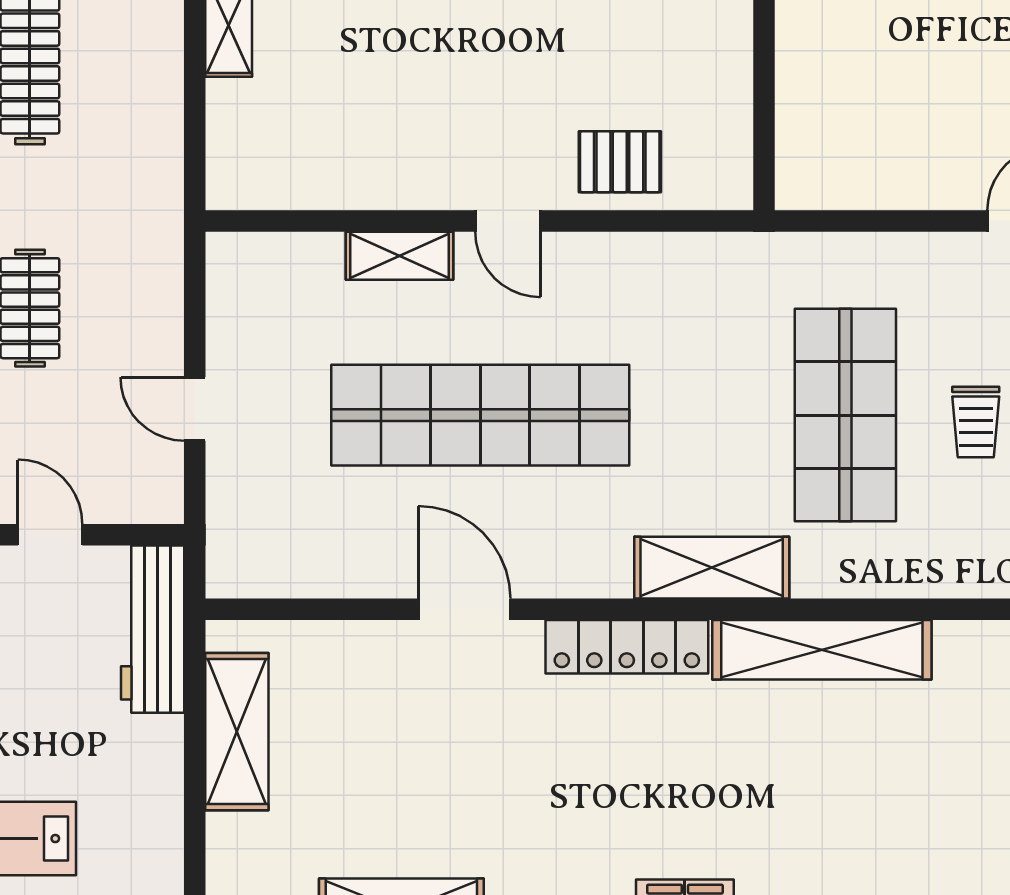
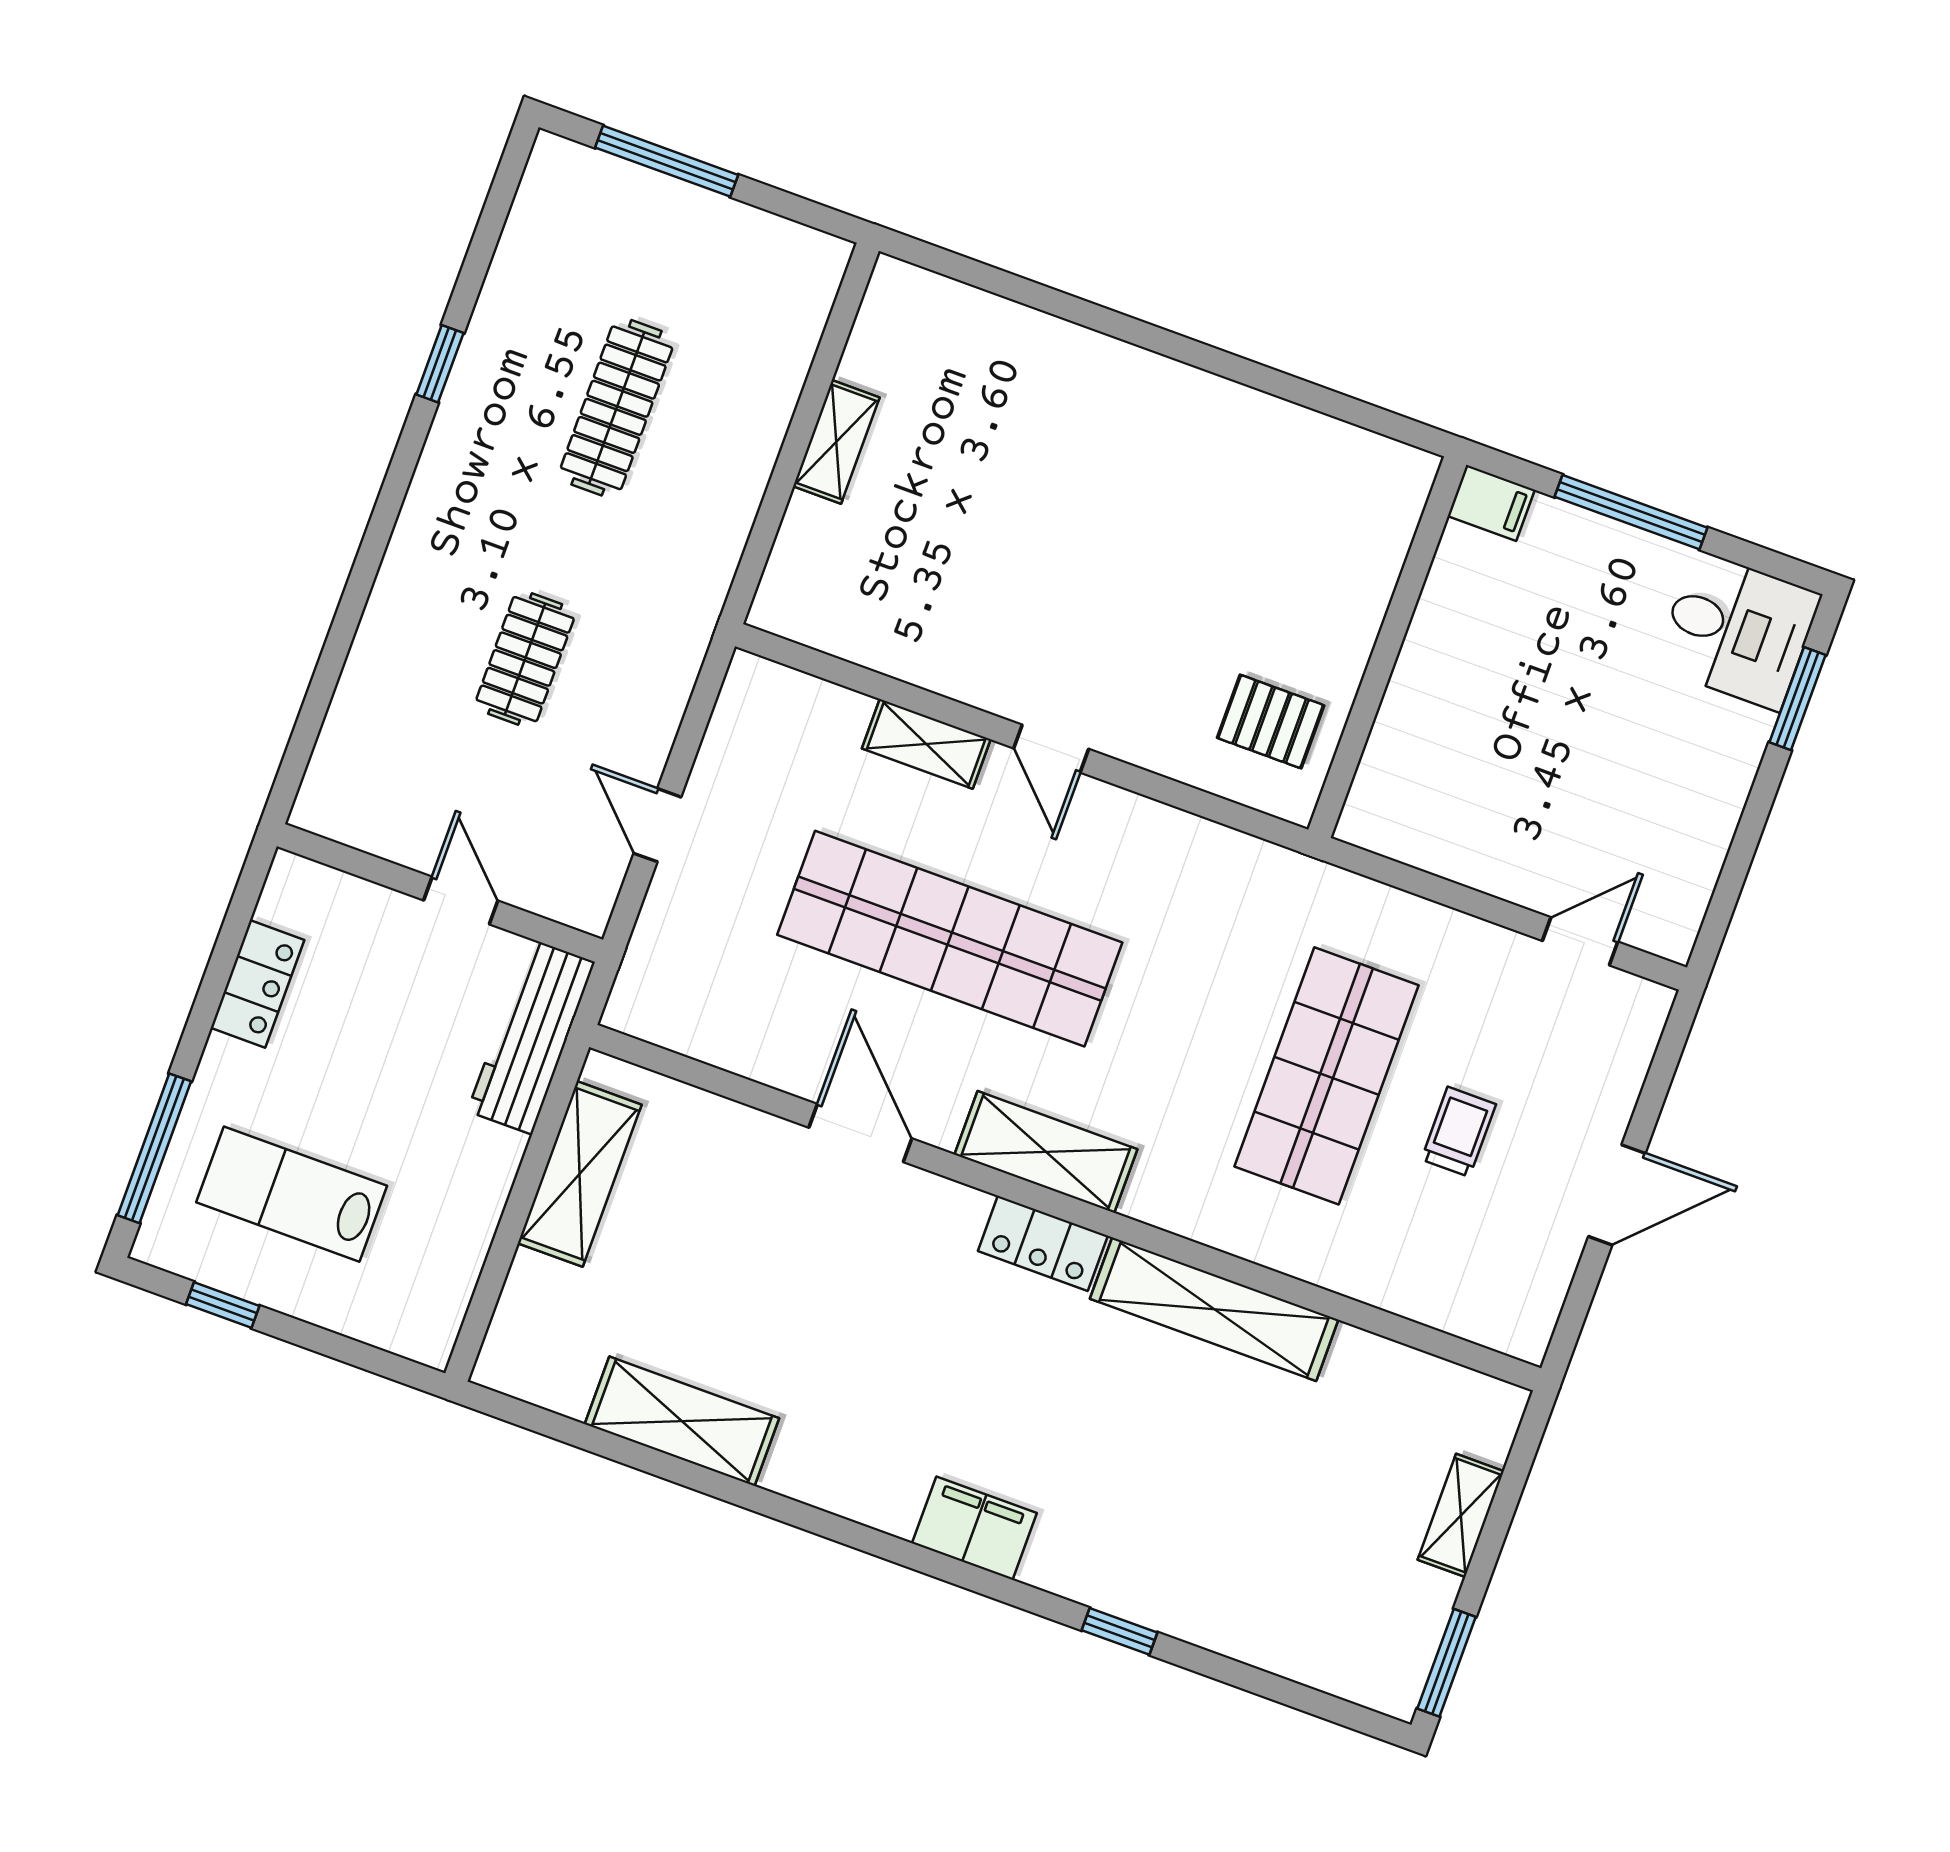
pallet: (620, 162) -> (1271, 722), moved
trolley: (976, 422) -> (1459, 1132), turned 180
shelving: (712, 568) -> (1046, 1152), moved
locker: (627, 647) -> (1043, 1243), width x0.66

